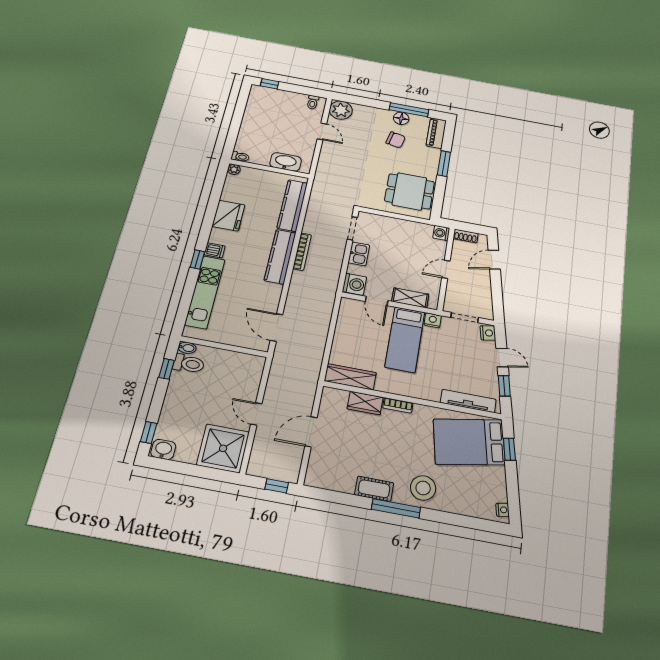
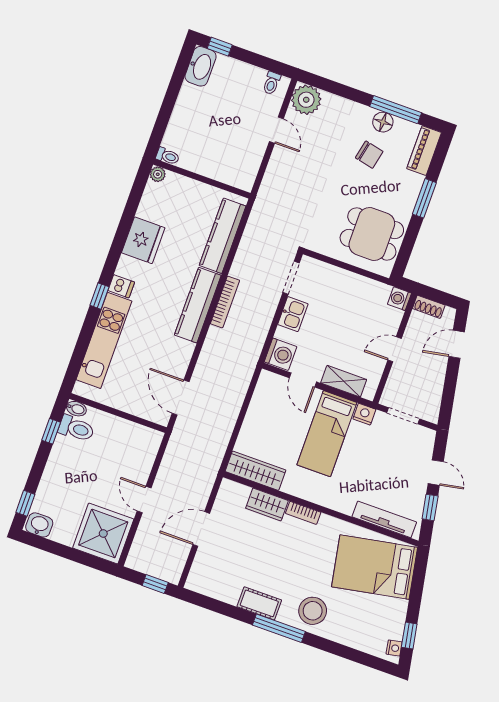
washbasin: (286, 162) -> (201, 66), moved, turned 90
nightstand: (488, 333) -> (426, 439), removed
window: (509, 449) -> (409, 636), moved

